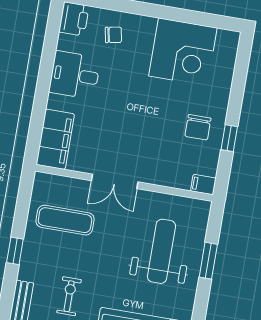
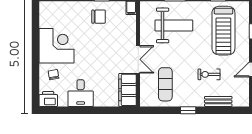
corner desk: (183, 52) -> (56, 46), moved
filing cabinet: (55, 139) -> (128, 90), moved, turned -90
weight bench: (161, 251) -> (174, 25), turned 180

